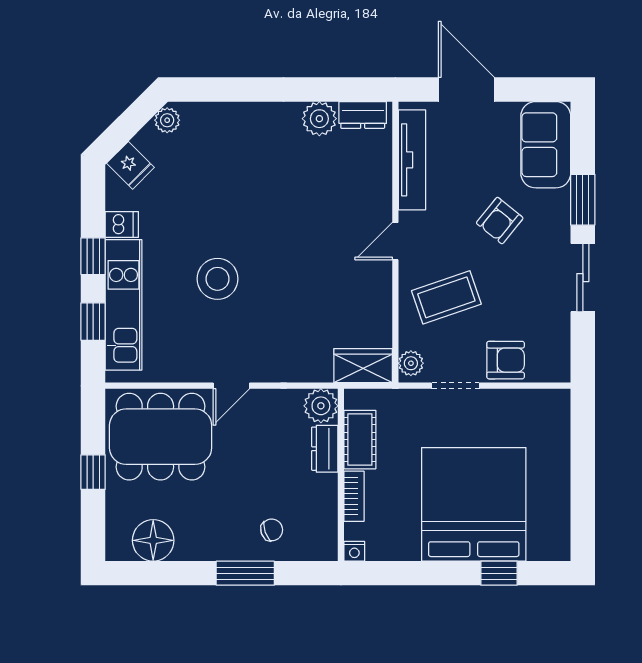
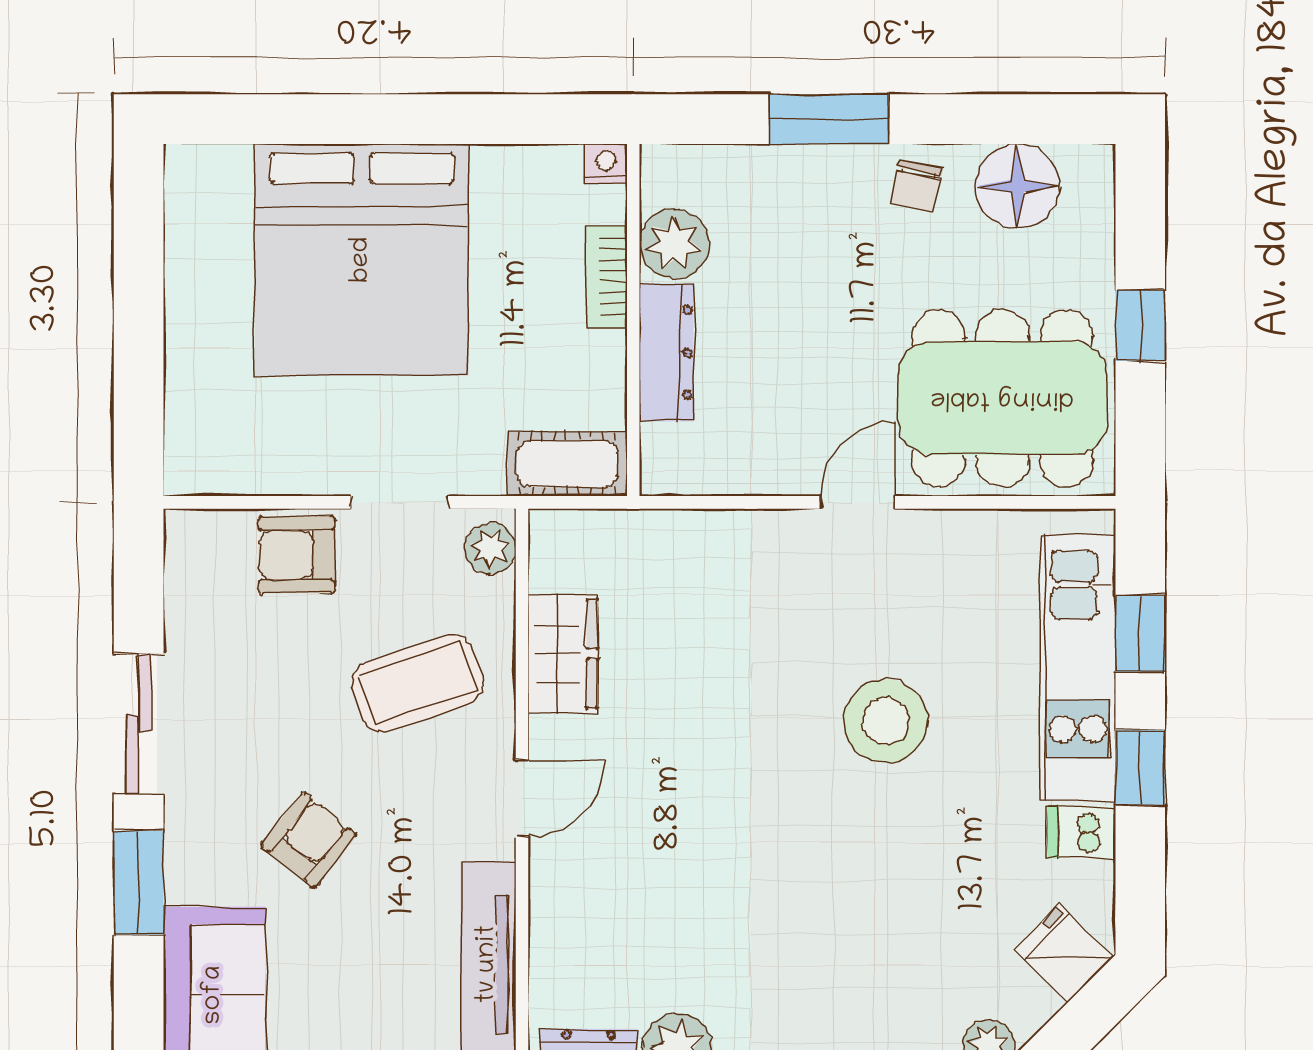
wardrobe: (363, 366) -> (563, 654), moved, turned -90
plant: (321, 406) -> (674, 244), moved
cot: (360, 440) -> (567, 464), moved, turned 90
dresser: (325, 449) -> (666, 353), width x1.44
chair: (272, 530) -> (916, 186), moved, turned -58
window: (499, 573) -> (310, 119), removed

